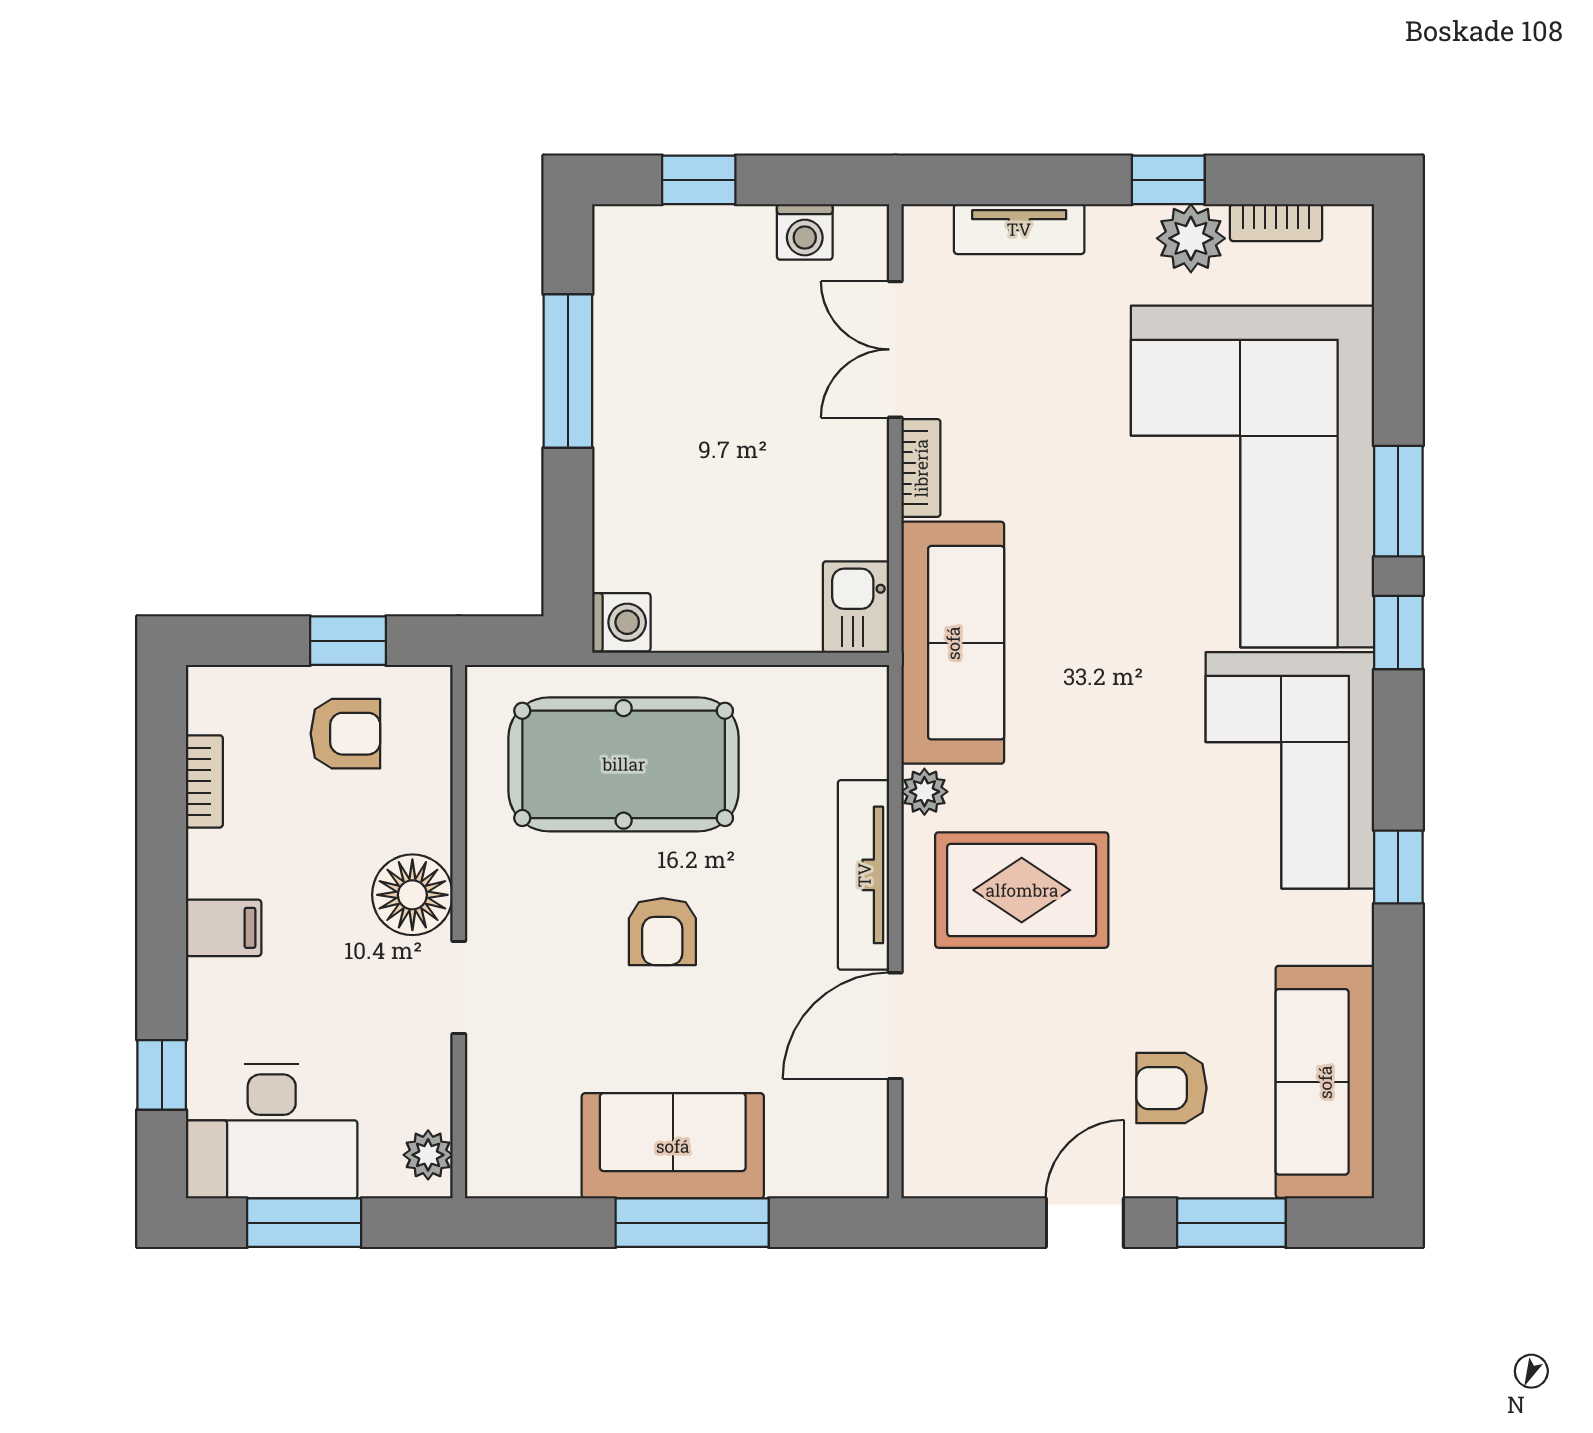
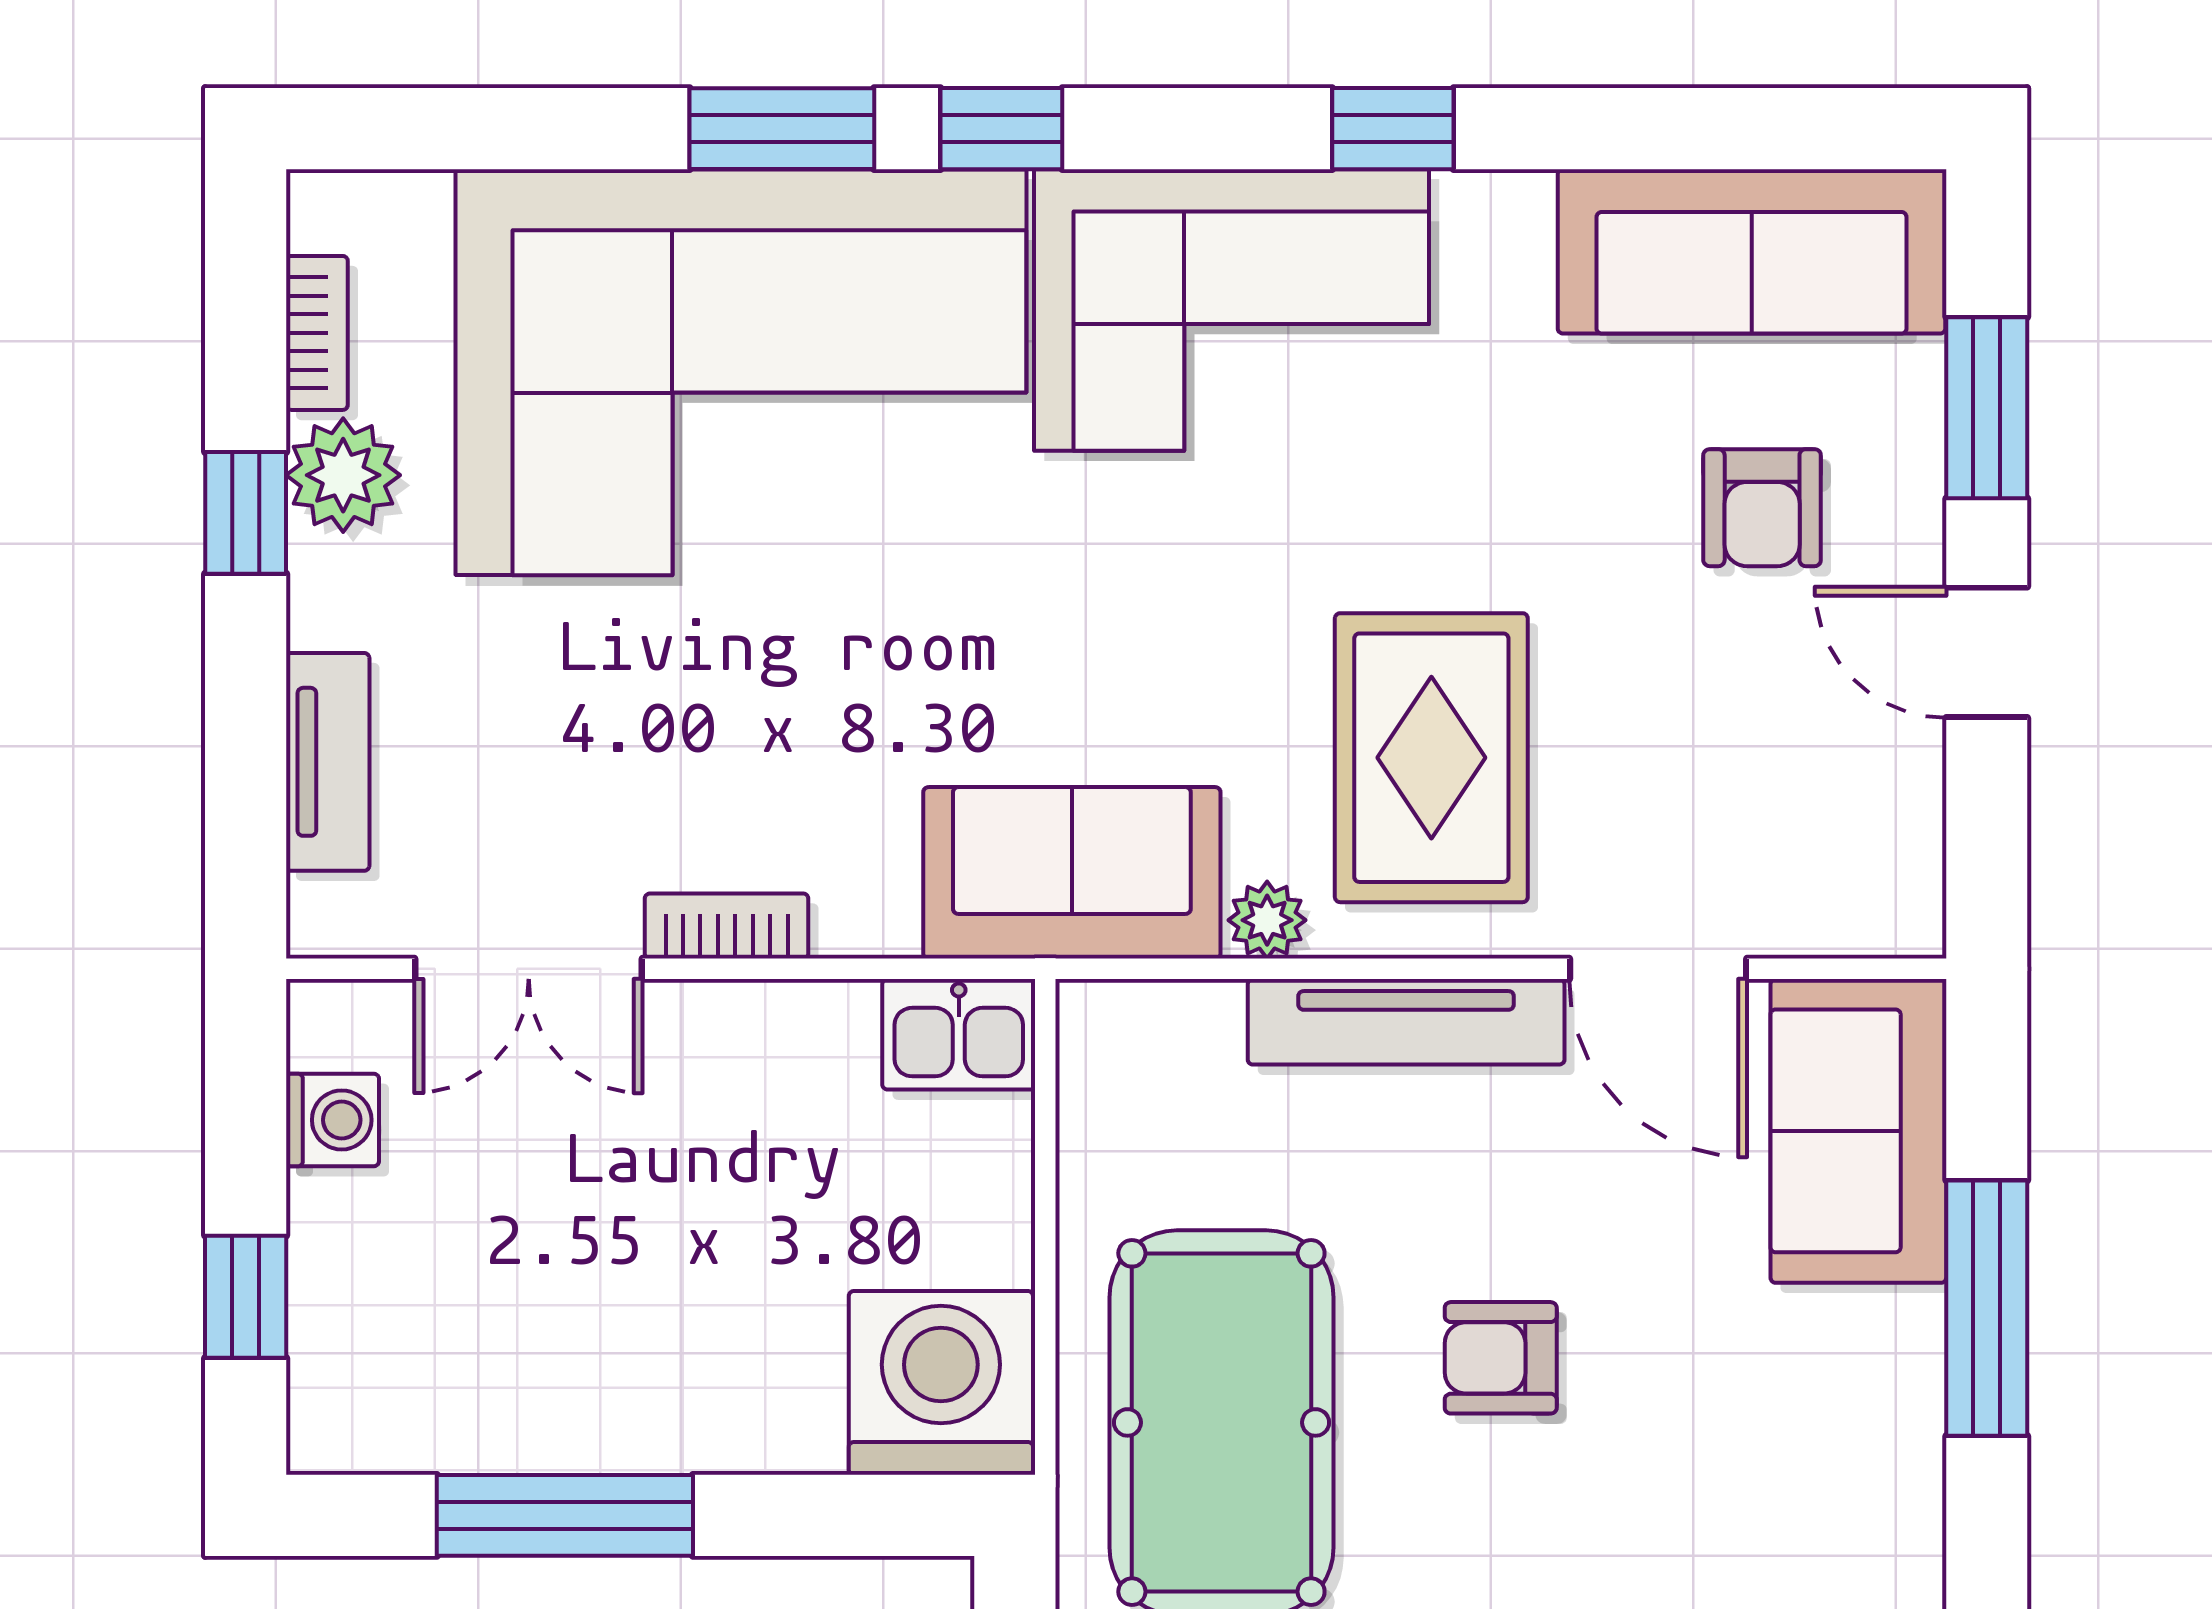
washing machine: (621, 622) -> (941, 1383), width x1.89, depth x1.89
sofa: (953, 643) -> (1072, 873), width x0.73
armchair: (662, 932) -> (1501, 1358), turned 180
sofa: (673, 1146) -> (1858, 1131), moved

